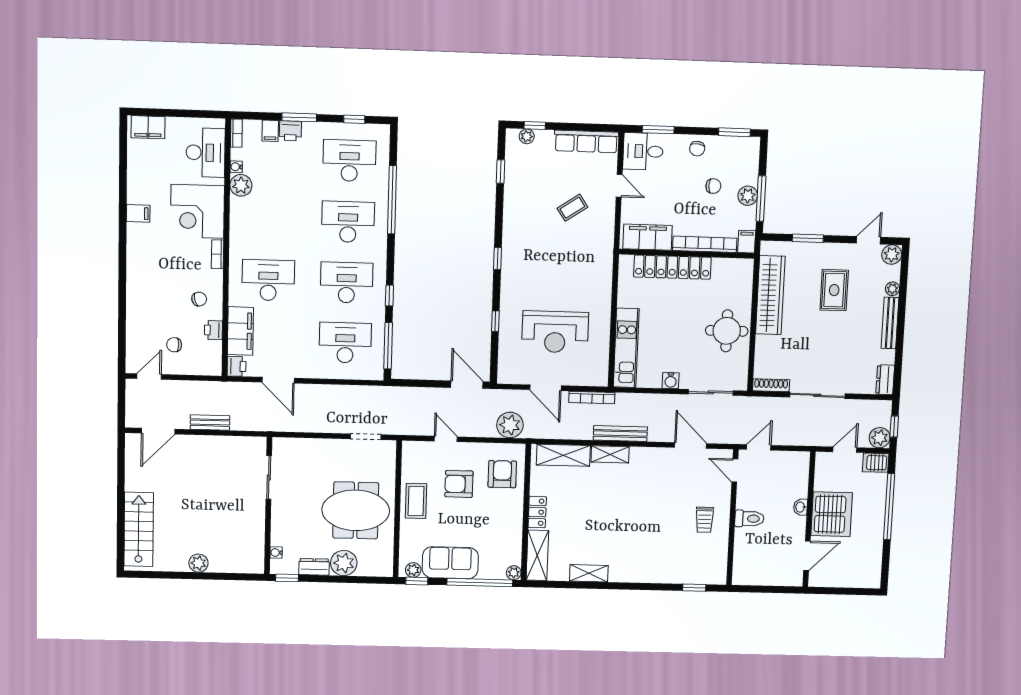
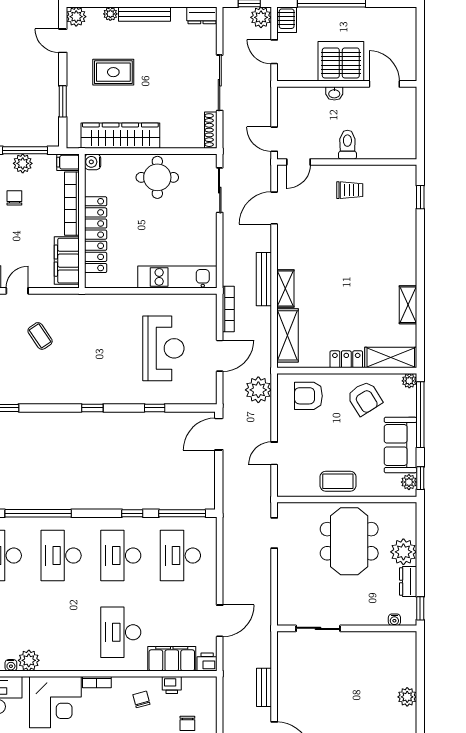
water cooler: (671, 381) -> (93, 162), moved, turned 180
armchair: (459, 484) -> (365, 398), moved, turned -32

